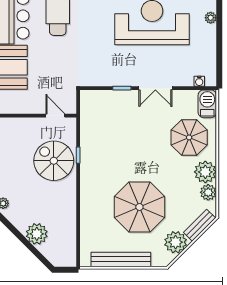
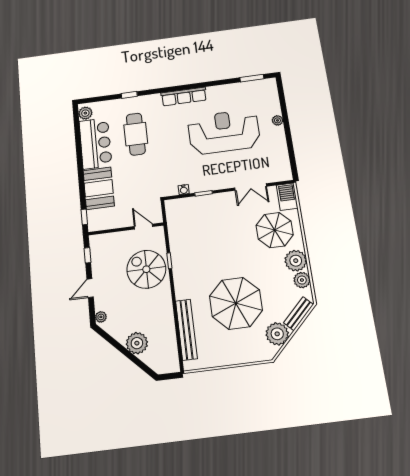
water cooler: (199, 81) -> (184, 190), moved
double door: (155, 88) -> (251, 187), moved
bench: (121, 259) -> (186, 330), moved, turned 90

